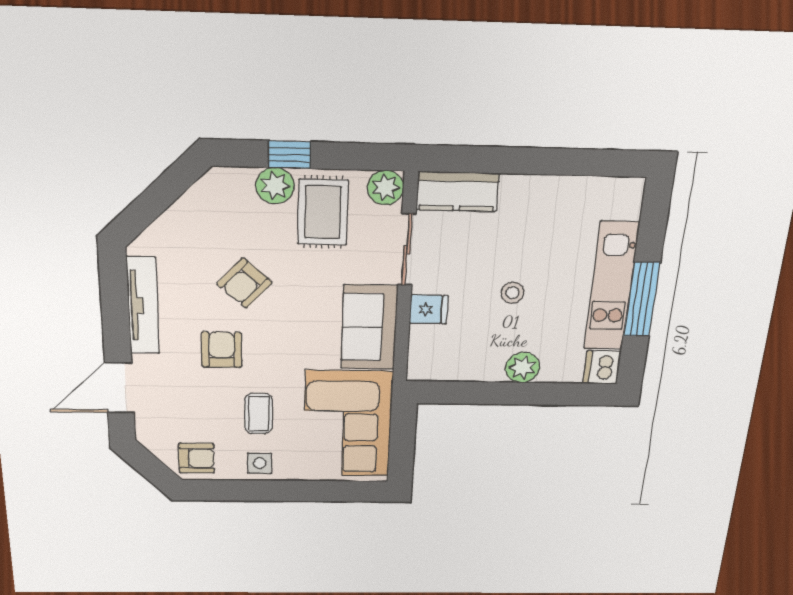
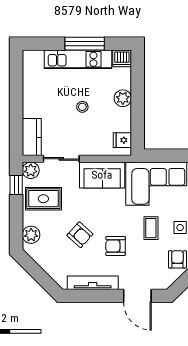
window: (289, 155) -> (16, 185), moved
plant: (275, 186) -> (31, 235), moved
fridge: (429, 309) -> (122, 140), moved, turned -90
coffee table: (259, 413) -> (151, 228), turned 90

